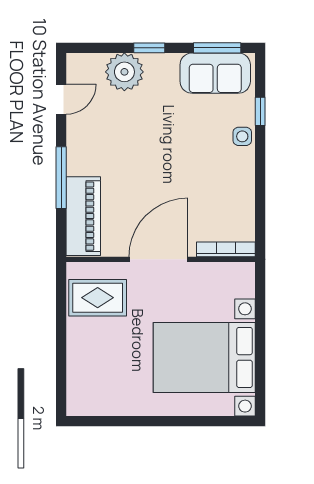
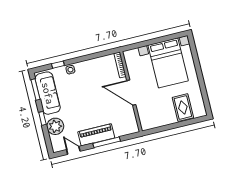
sofa: (215, 73) -> (48, 93), width x1.36
piano: (83, 216) -> (96, 135), moved
rug: (98, 298) -> (183, 108), moved

